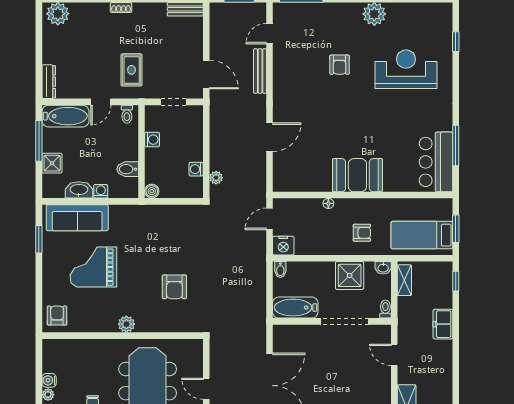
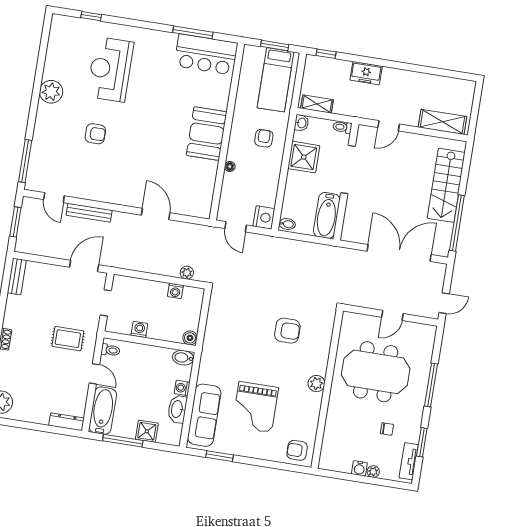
bidet: (128, 169) -> (183, 358), moved, turned 90

